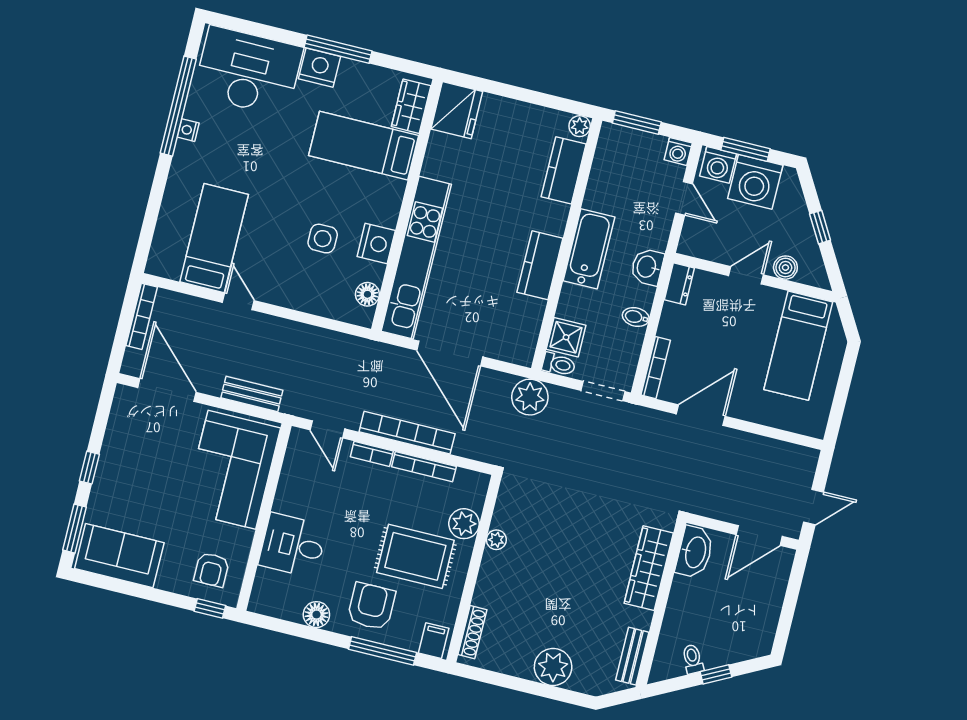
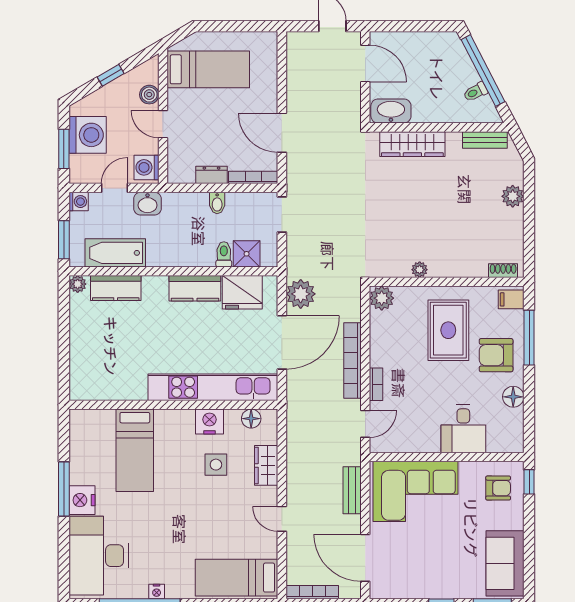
wardrobe: (411, 106) -> (266, 465), moved, turned 90
fridge: (457, 110) -> (242, 292), moved, turned 180
washing machine: (718, 165) -> (146, 167), moved, turned 180
bed: (214, 238) -> (237, 578), moved
bathtub: (589, 249) -> (115, 253), moved
washbasin: (647, 267) -> (148, 204), moved
dresser: (679, 284) -> (211, 175), moved
door: (238, 302) -> (282, 519), hinge flipped
toilet: (559, 364) -> (224, 254), moved
door: (167, 390) -> (365, 558), hinge flipped
plant: (530, 397) -> (301, 294), moved
bookcase: (424, 467) -> (376, 341), removed
plant: (464, 524) -> (382, 298), moved
shoe rack: (472, 632) -> (503, 271), width x0.70
plant: (553, 667) -> (513, 196), width x0.73, depth x0.73
window: (716, 674) -> (483, 71), width x3.17

